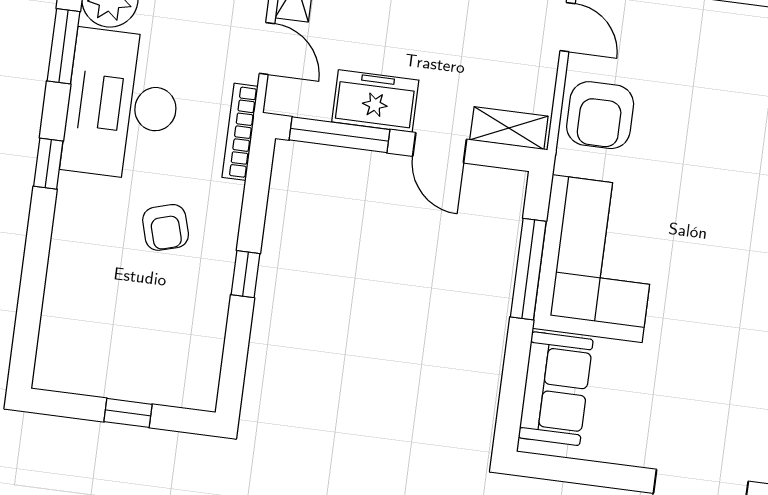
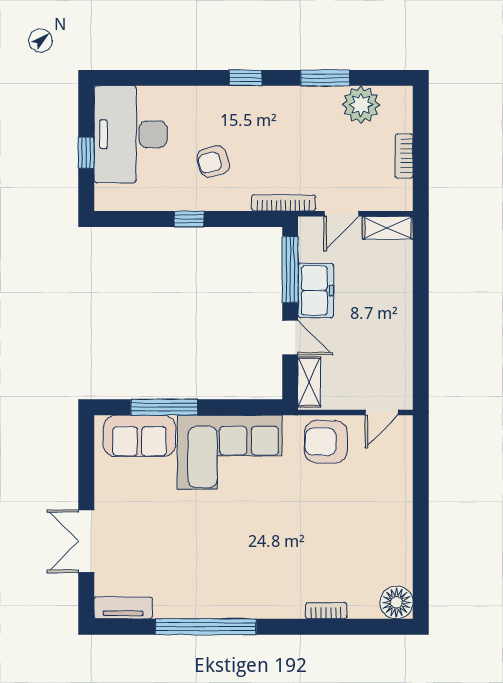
desk: (122, 105) -> (130, 134), moved, turned -90
door: (440, 148) -> (290, 338), swing flipped
window: (528, 269) -> (164, 407), moved

